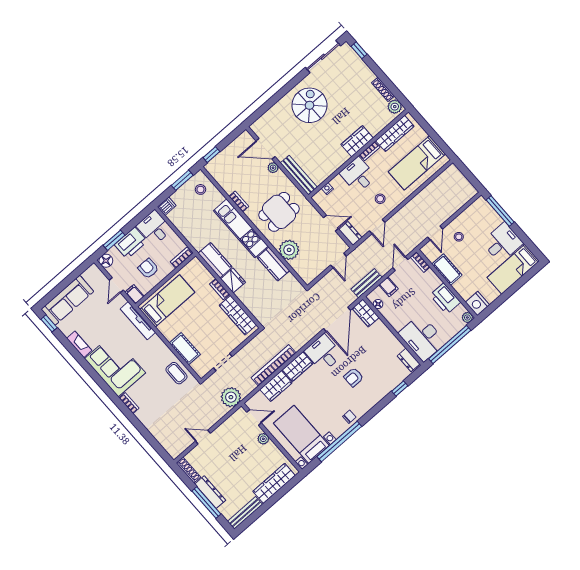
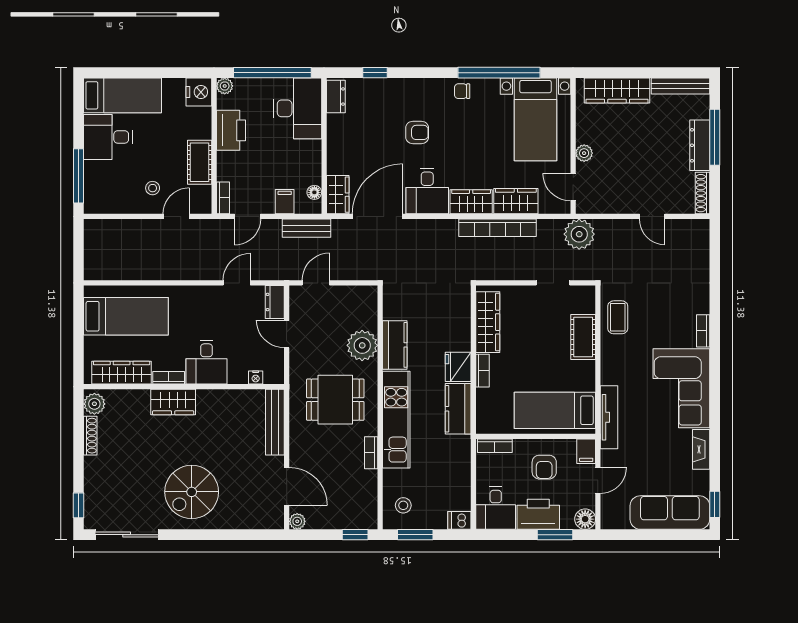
plant: (273, 168) -> (297, 521), moved
stool: (380, 199) -> (205, 312), removed

